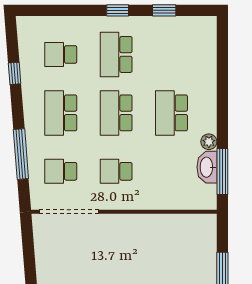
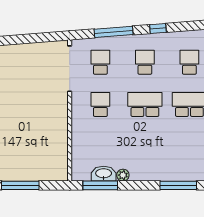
window: (222, 69) -> (178, 185), added
window: (15, 73) -> (158, 28), moved
school desk: (61, 113) -> (145, 62), width x0.54
school desk: (171, 113) -> (145, 147), removed

